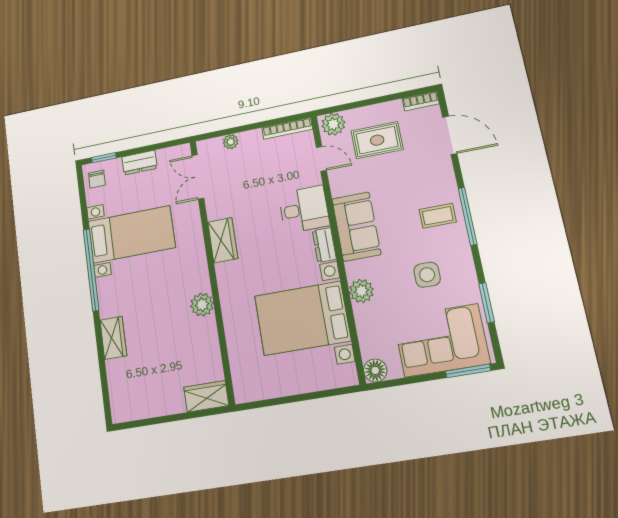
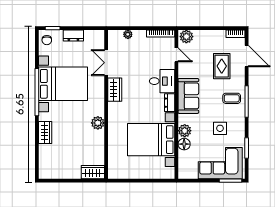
rug: (377, 140) -> (222, 66), moved, turned 90
double door: (198, 177) -> (106, 63), moved
bed with nightstands: (131, 234) -> (63, 84), width x1.36
floor lamp: (375, 370) -> (184, 144), moved

